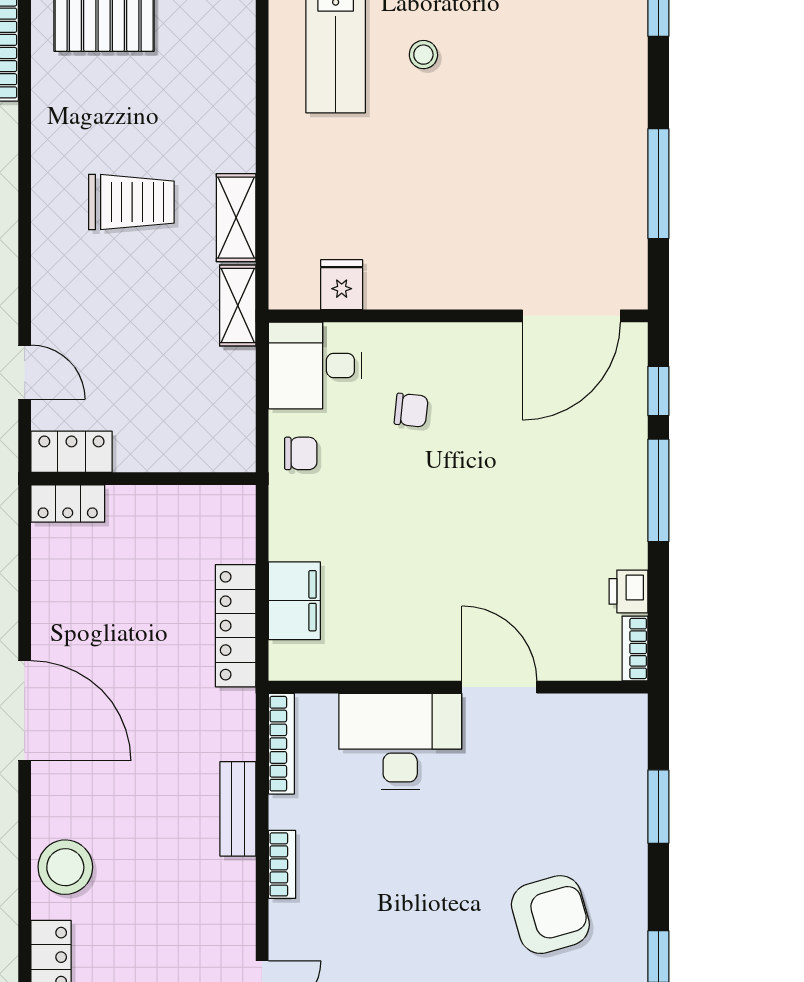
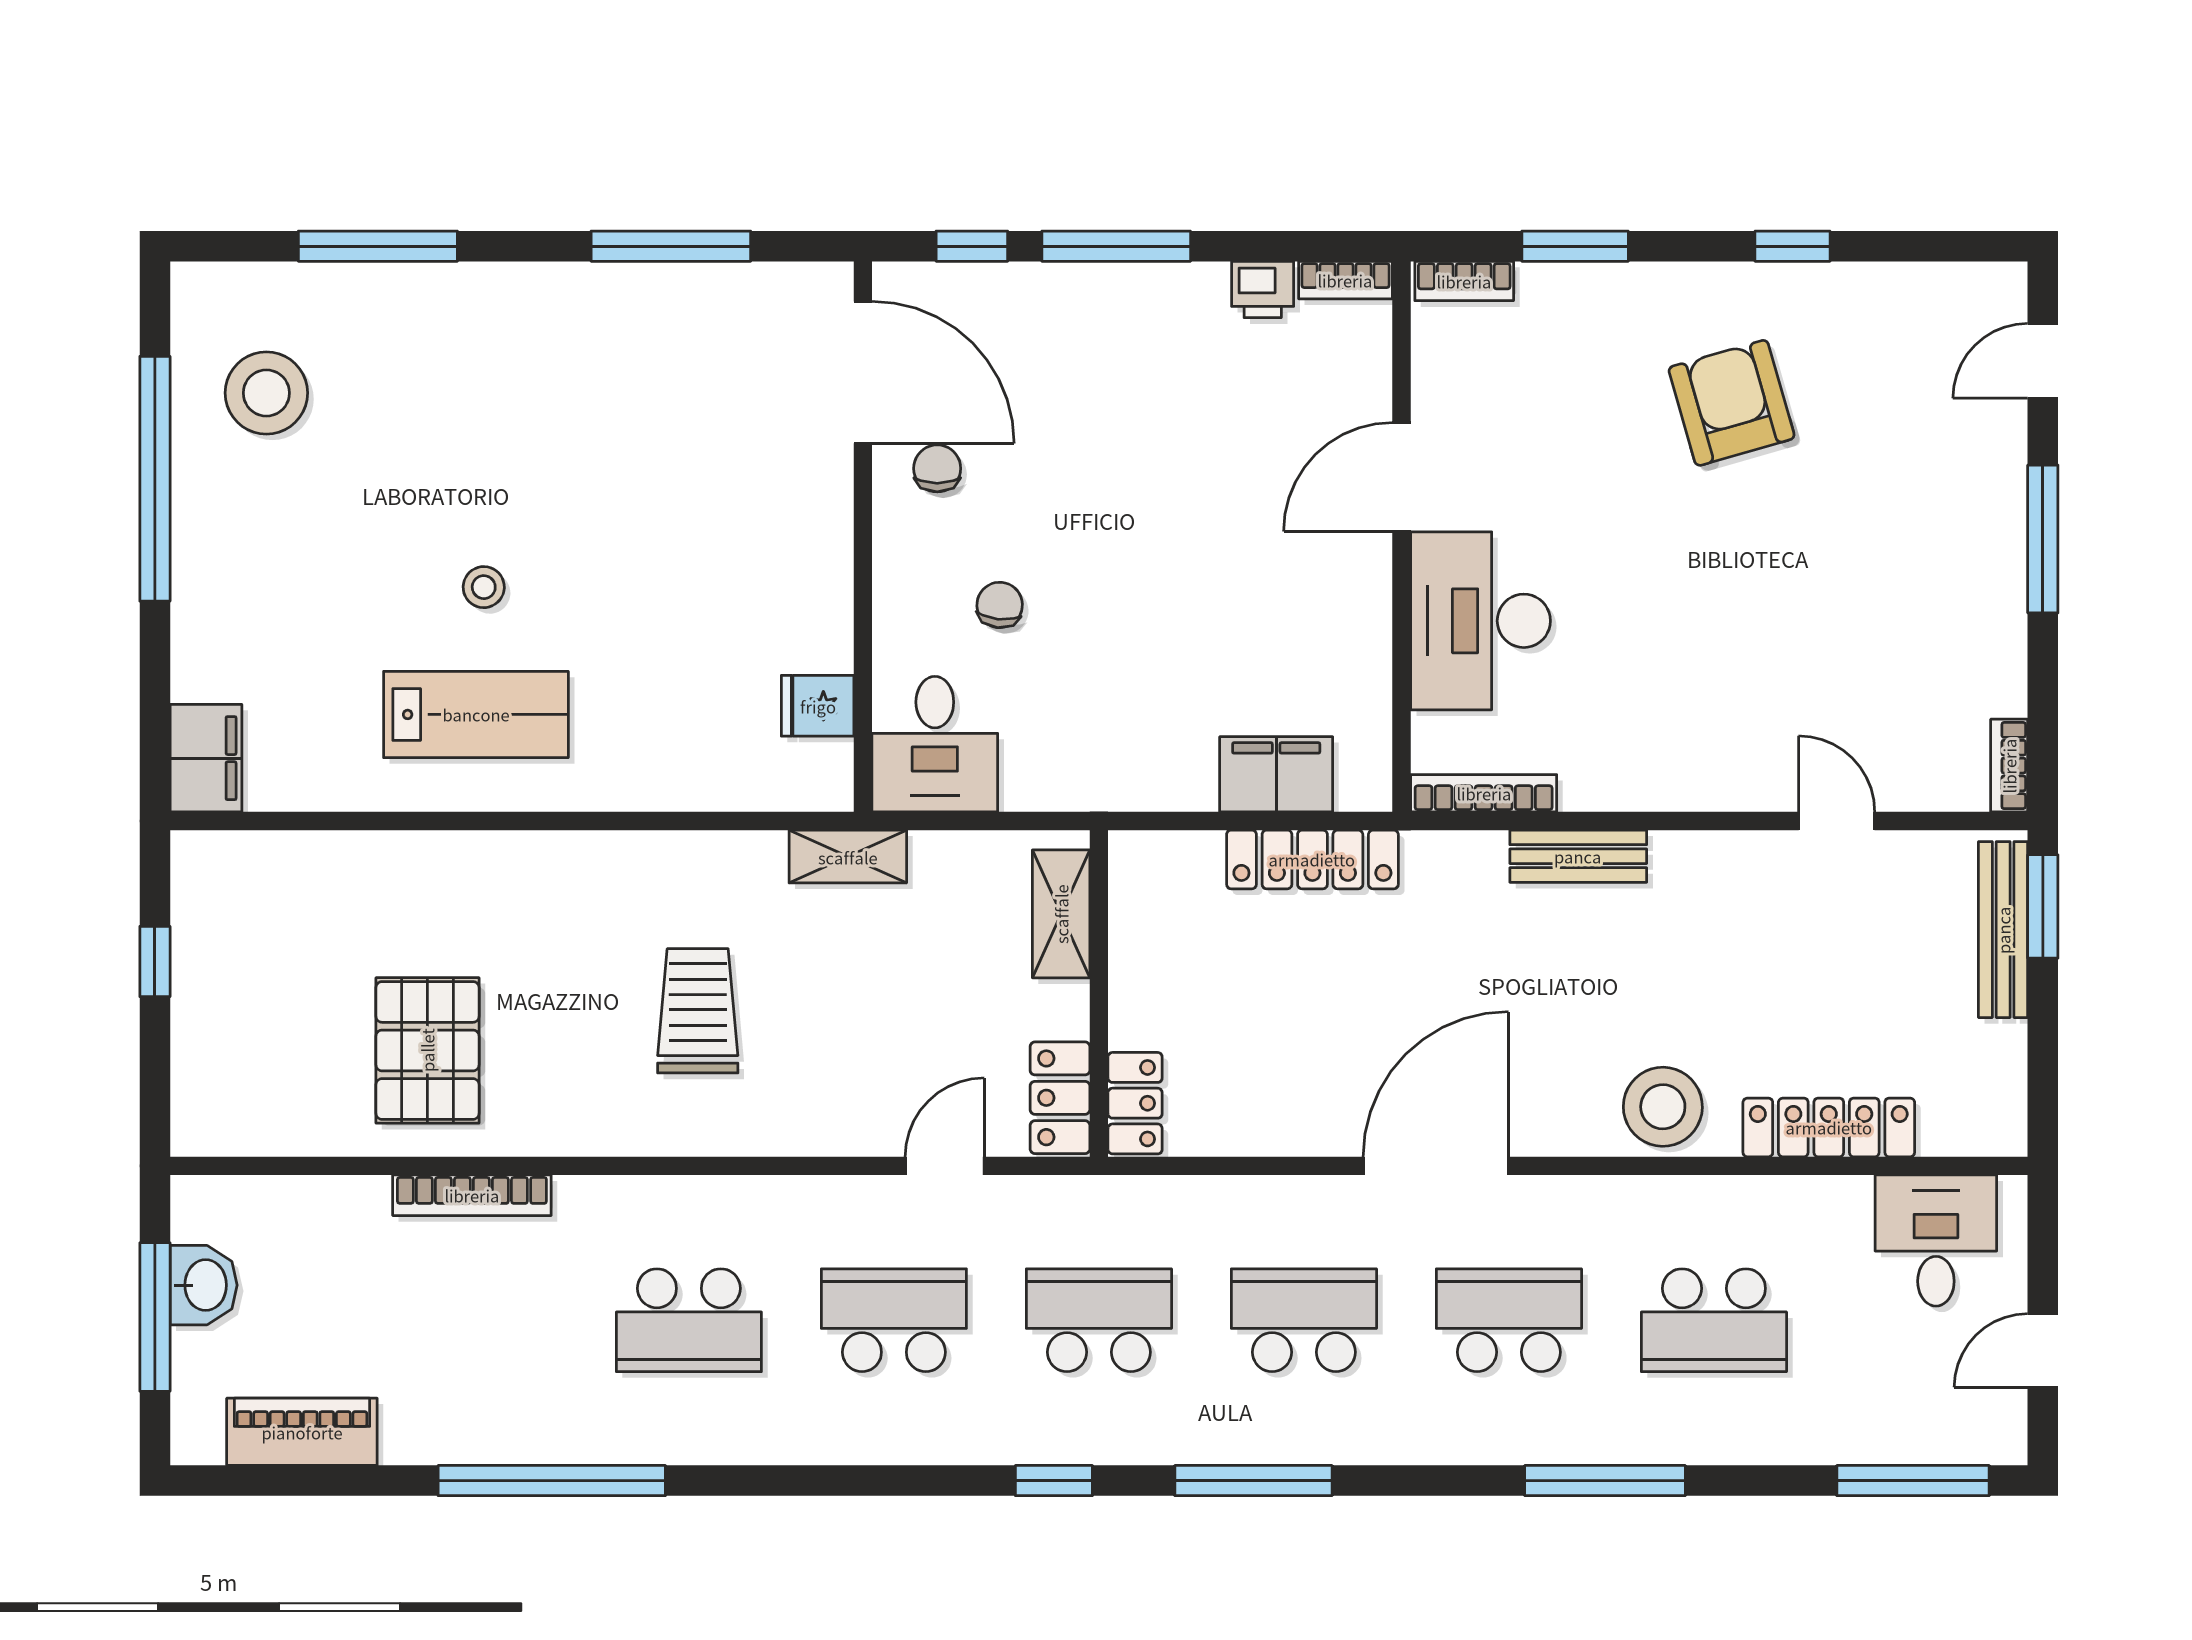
shelving: (236, 218) -> (1061, 914), moved, turned 90
chair: (301, 453) -> (937, 468), moved
bookcase: (282, 864) -> (1464, 281), moved, turned 180

